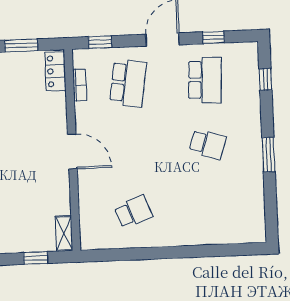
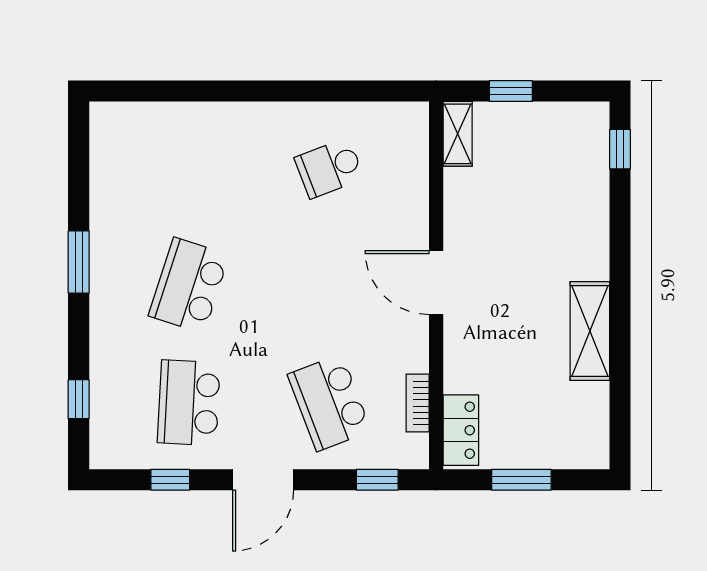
school desk: (128, 83) -> (329, 403), turned -30
school desk: (208, 144) -> (189, 285), width x1.85

